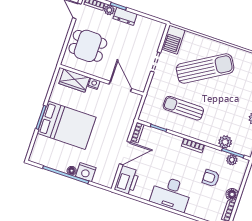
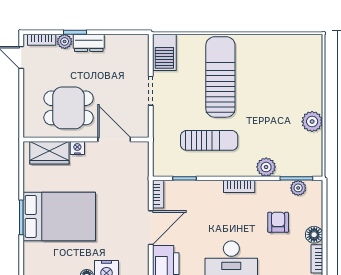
dining table: (88, 46) -> (69, 108), moved
sun lounger: (205, 68) -> (220, 77), turned -59
sun lounger: (183, 108) -> (209, 140), turned 180
plant: (225, 142) -> (266, 167), moved
armchair: (211, 178) -> (278, 222), turned 90

